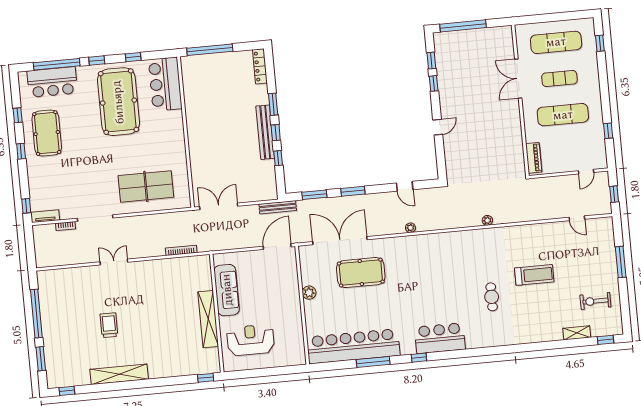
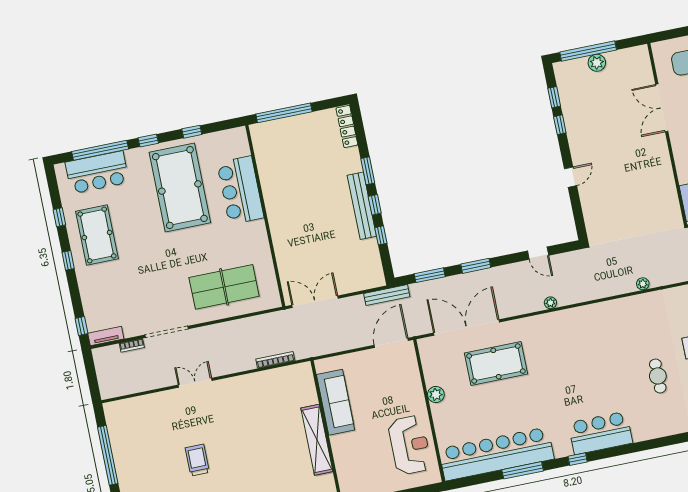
plant: (469, 36) -> (597, 63), added
bar counter: (165, 84) -> (240, 190), moved
reception desk: (251, 340) -> (410, 445), moved, turned 90

